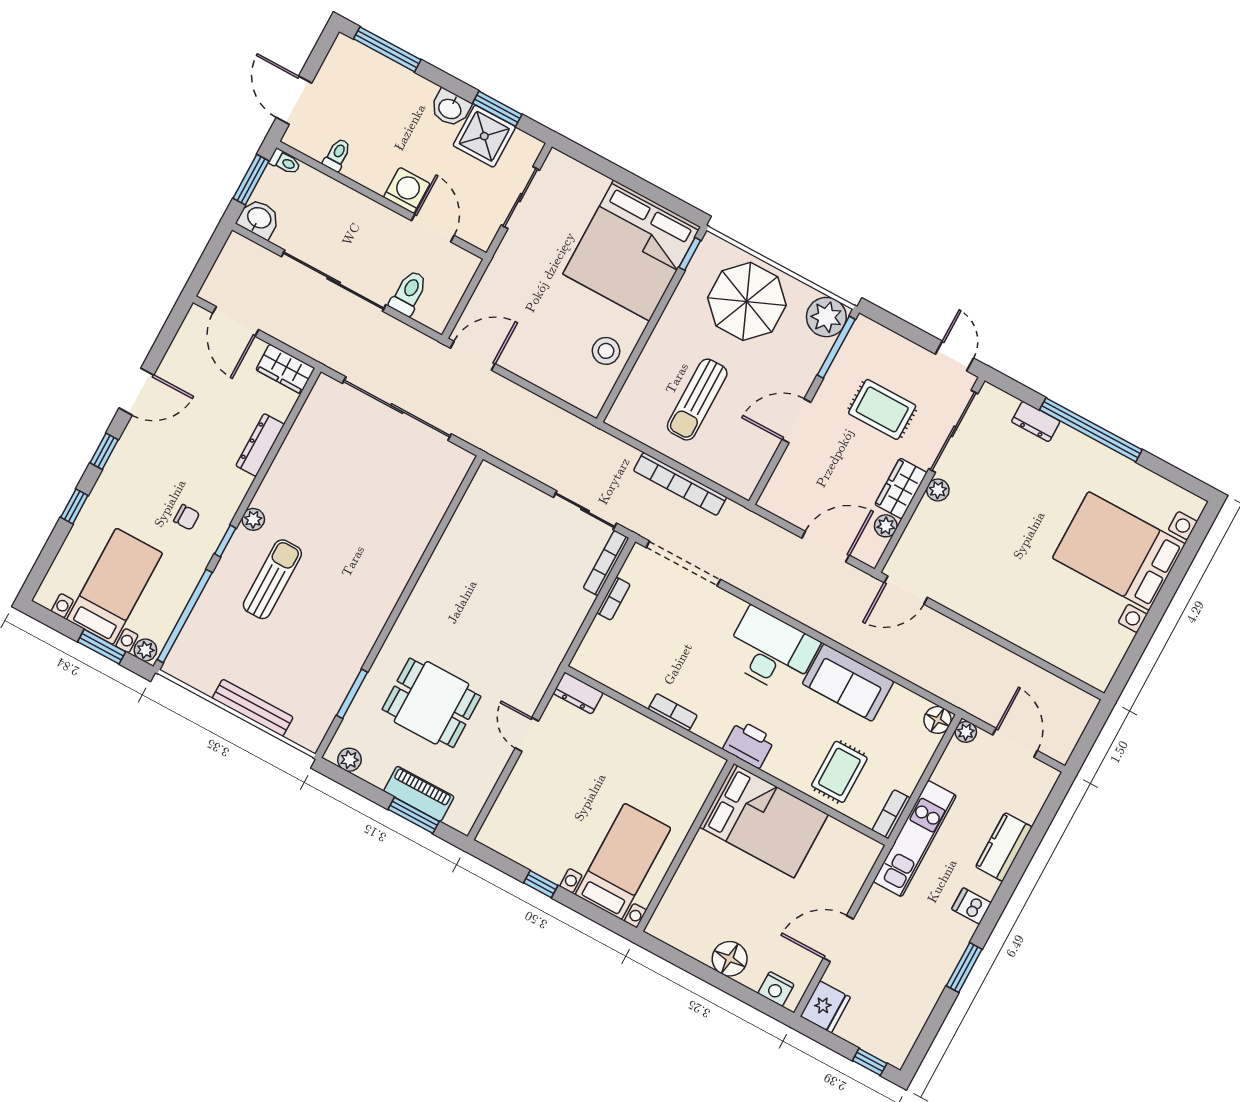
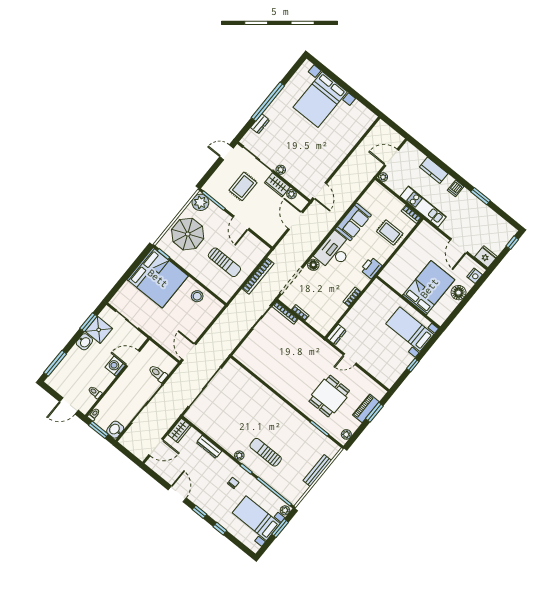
floor lamp: (938, 720) -> (313, 265), moved
bed: (764, 821) -> (429, 288), moved

